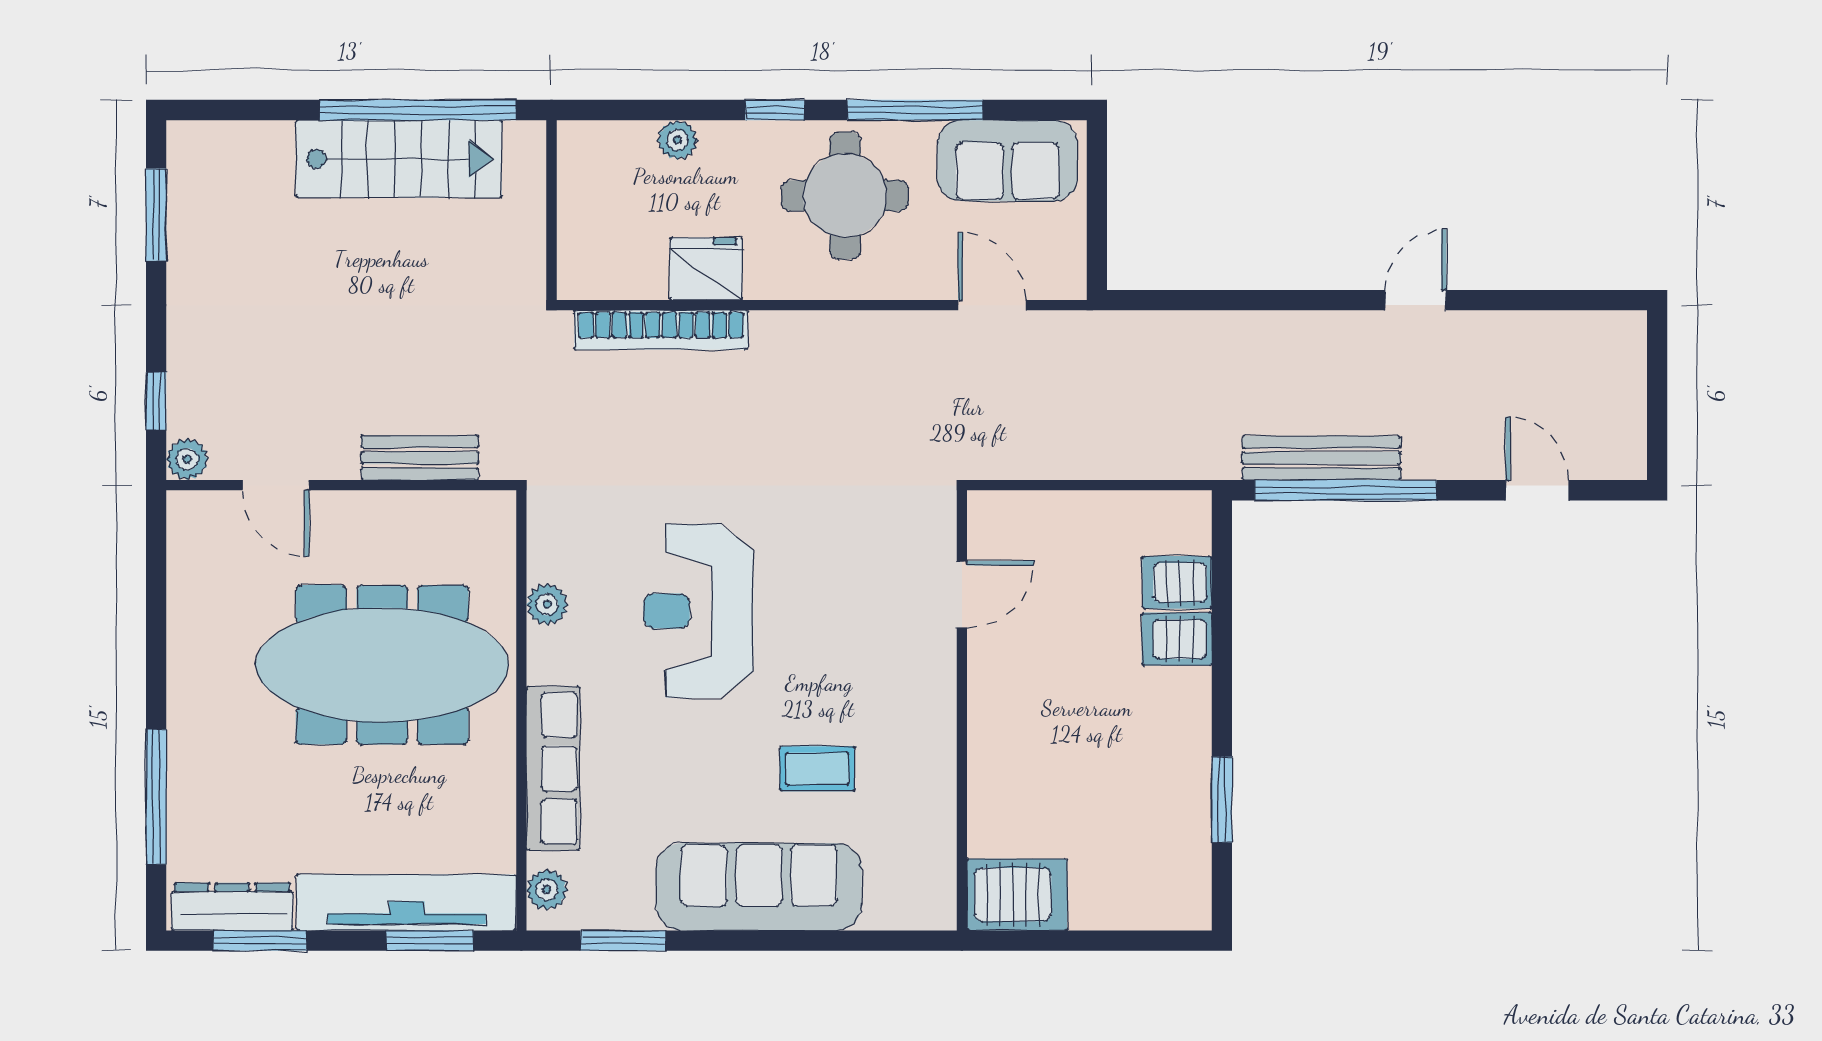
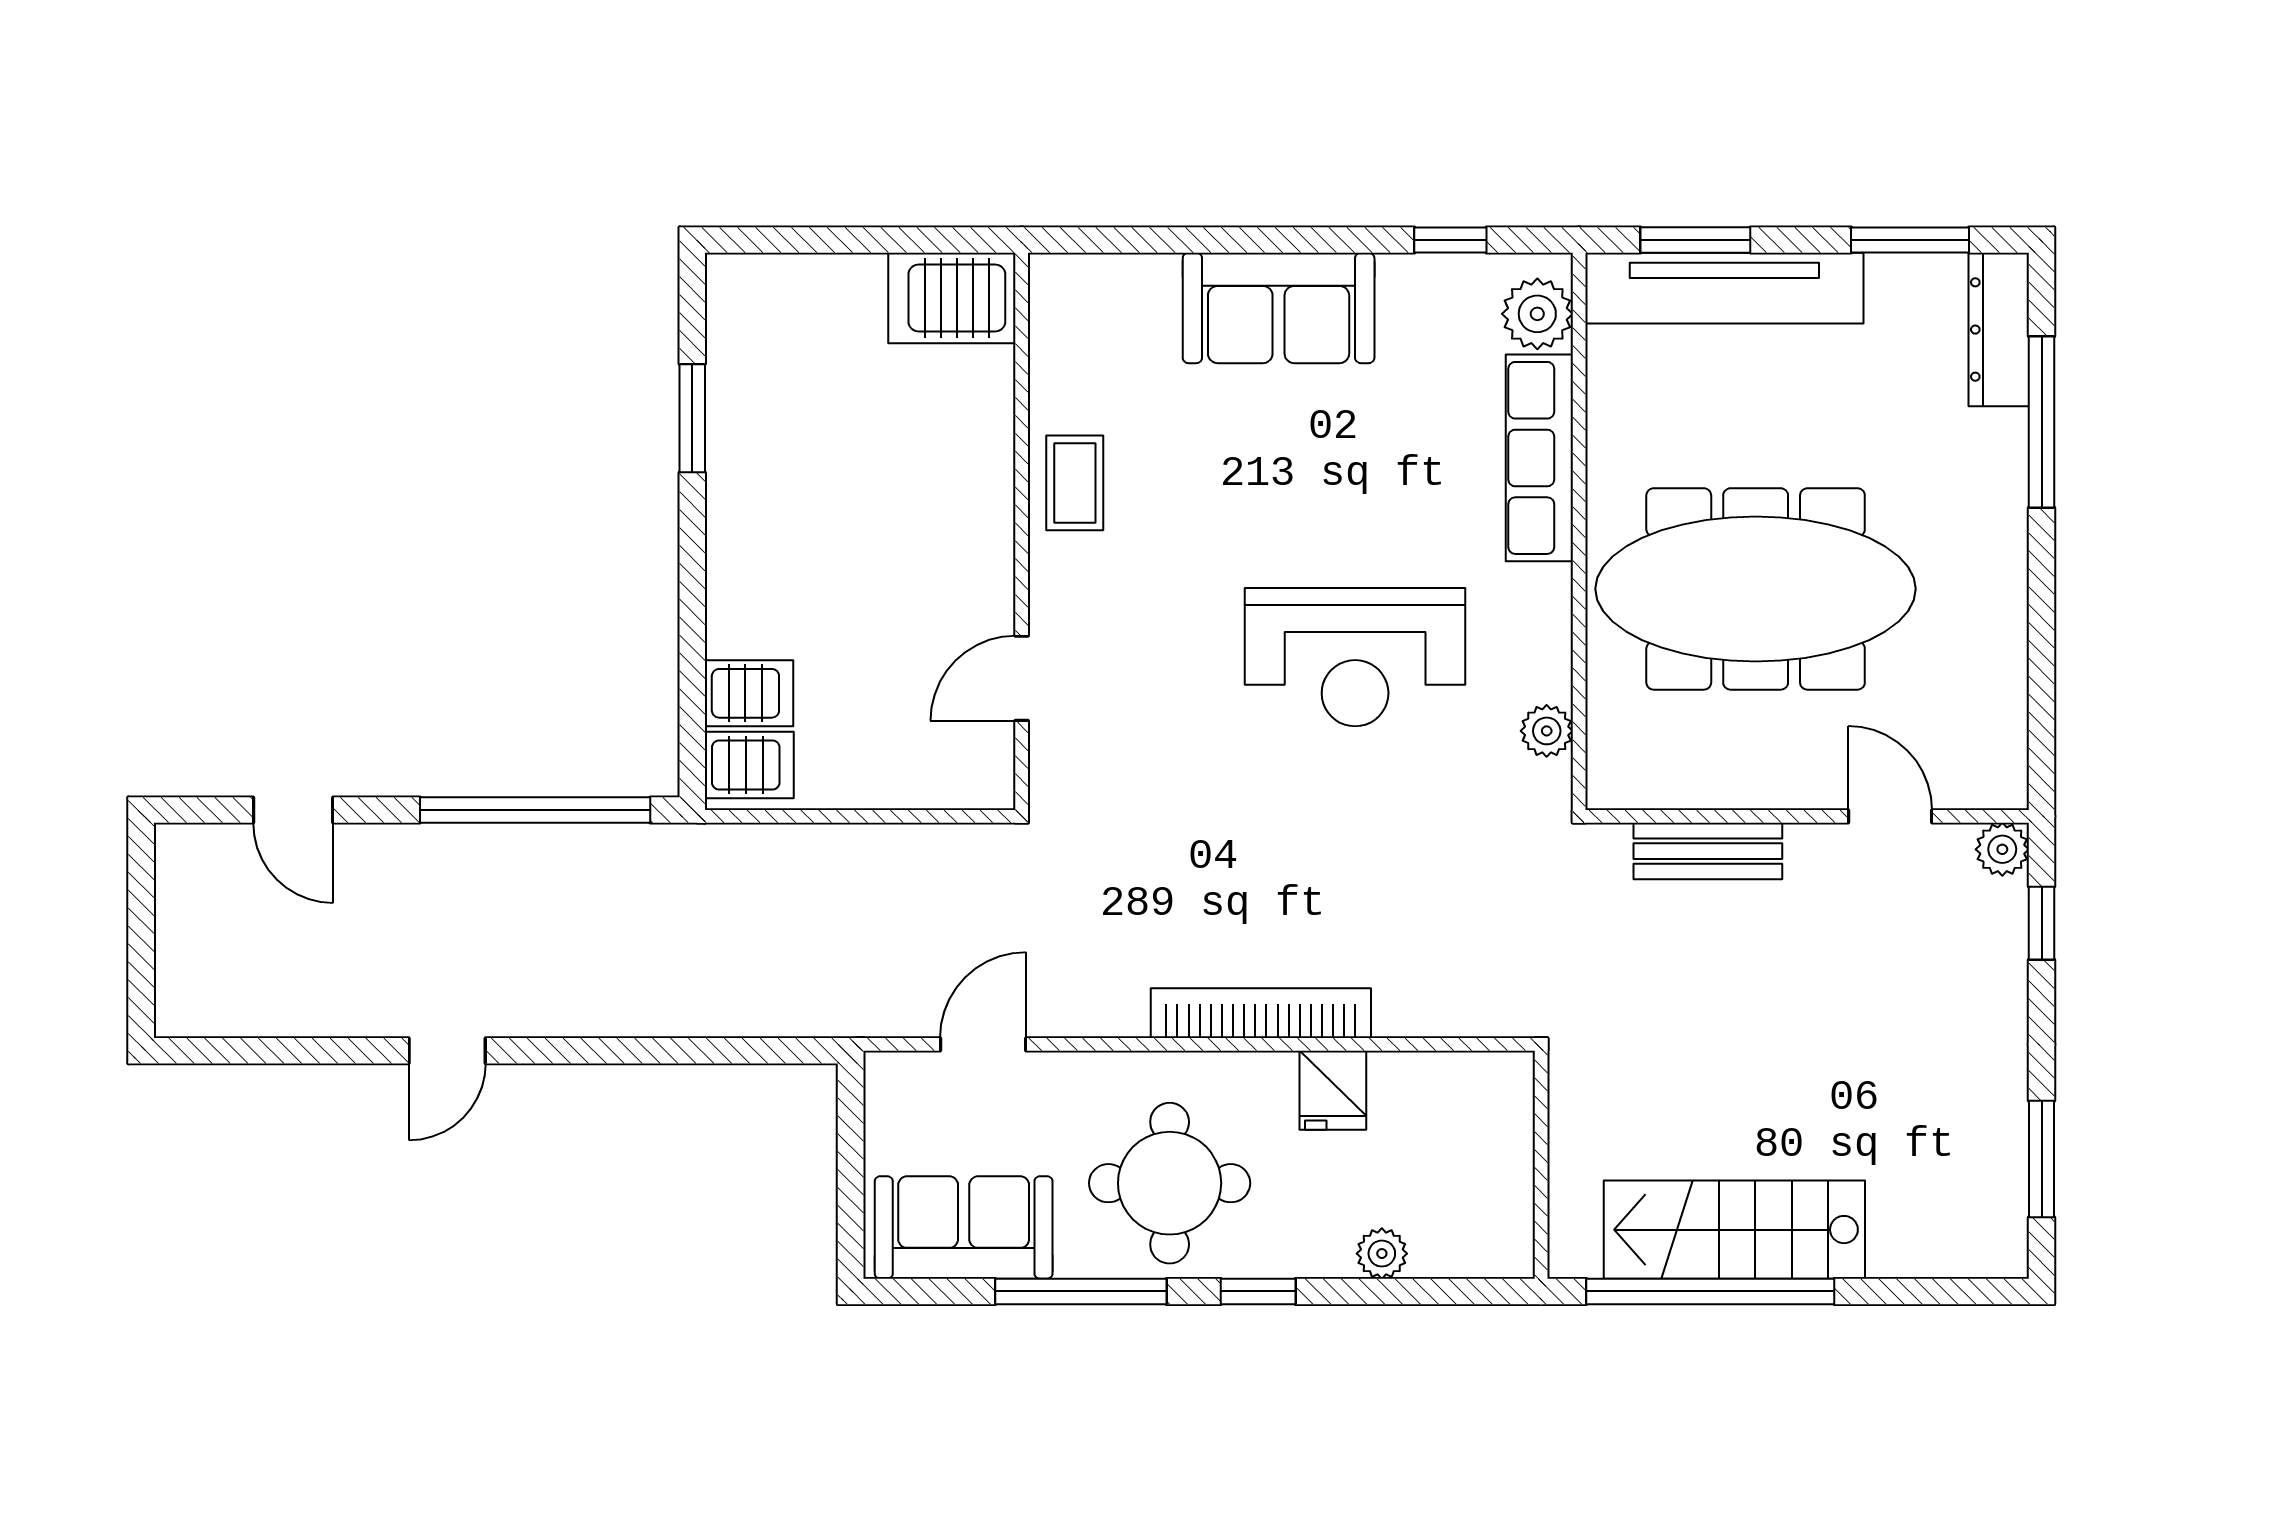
fridge: (706, 269) -> (1333, 1090), width x0.72
door: (992, 305) -> (983, 1044), swing flipped
bookcase: (661, 330) -> (1261, 1013), moved
bench: (1321, 458) -> (566, 851), removed
plant: (547, 604) -> (1547, 731), moved
reception desk: (698, 611) -> (1355, 657), turned 90
server rack: (1177, 639) -> (749, 765), moved
coffee table: (817, 769) -> (1075, 483), moved, turned 90
sofa: (759, 887) -> (1279, 308), width x0.73
plant: (547, 890) -> (1537, 314), width x1.38, depth x1.38
dresser: (232, 907) -> (1999, 330), moved, turned 90
window: (623, 941) -> (1450, 240), width x0.67

